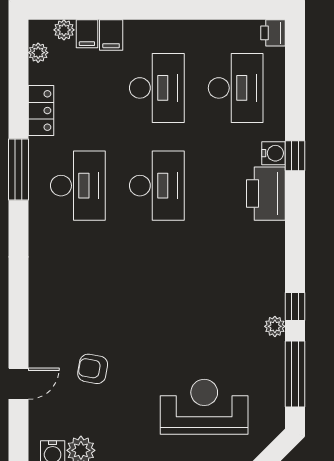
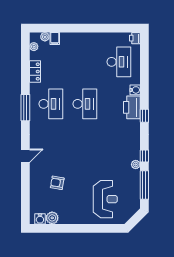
filing cabinet: (111, 35) -> (65, 39), removed
desk: (157, 88) -> (85, 62), removed
window: (295, 156) -> (144, 116), moved
window: (18, 170) -> (25, 108), moved
door: (18, 384) -> (25, 156), moved
reception desk: (204, 407) -> (105, 199), turned 90

